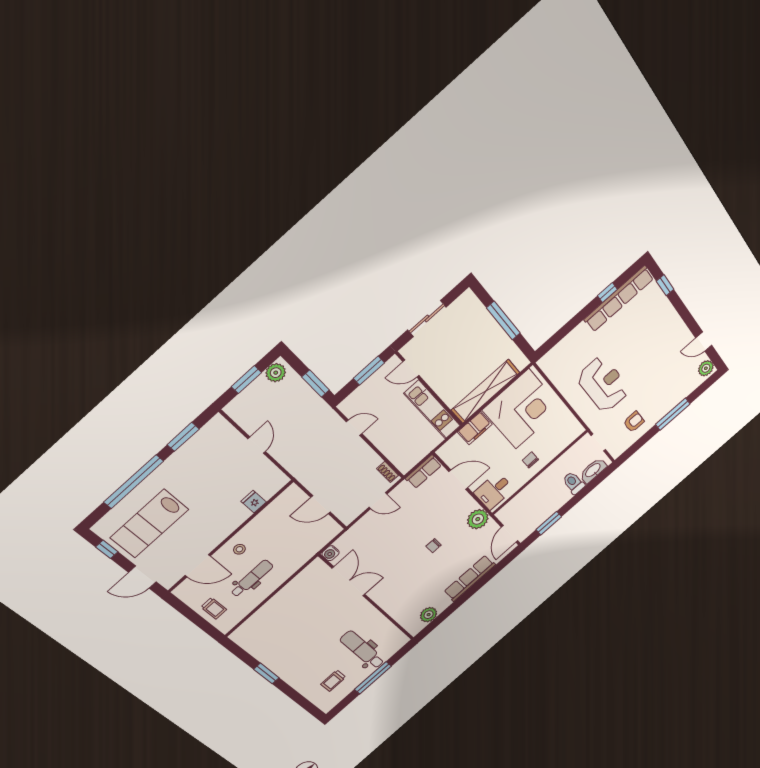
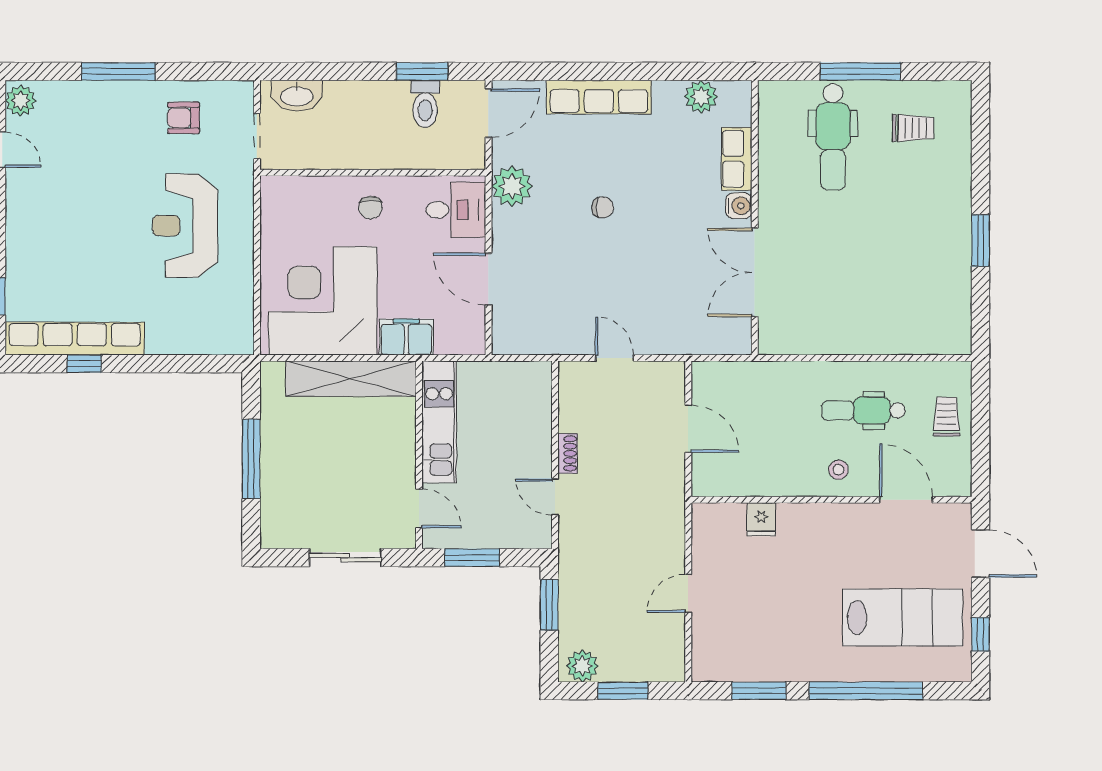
shoe rack: (388, 472) -> (568, 453), moved
row of seats: (424, 472) -> (737, 159), moved, turned -90
toilet: (574, 483) -> (425, 104), moved
water cooler: (331, 553) -> (739, 206), moved

